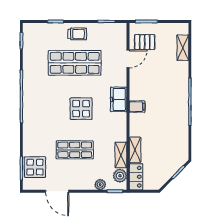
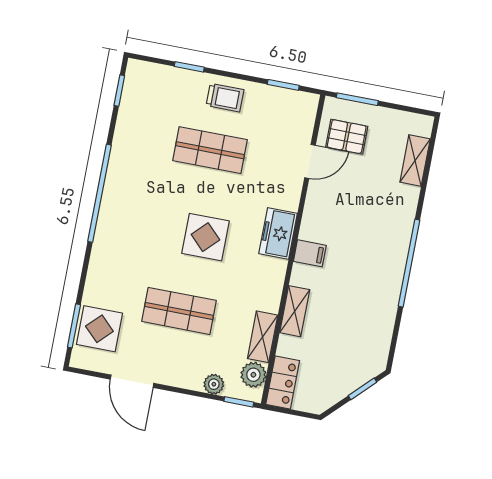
shop shelf: (75, 63) -> (210, 150), width x0.70, depth x0.74
shelving: (135, 150) -> (295, 311), moved

